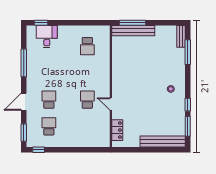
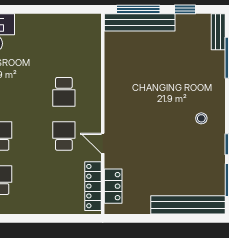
window: (161, 23) -> (185, 9), added
school desk: (87, 46) -> (64, 92), moved
locker: (105, 130) -> (93, 186), added

